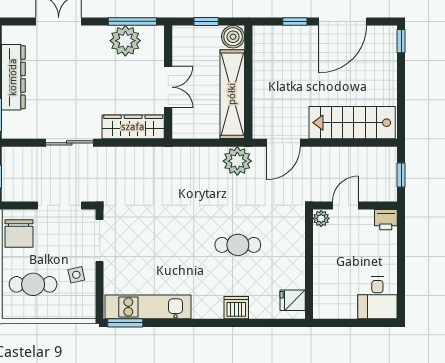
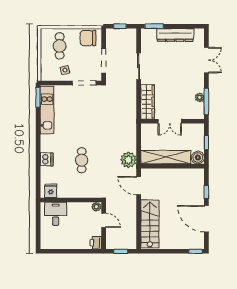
plant: (125, 41) -> (200, 97), width x0.53, depth x0.53
desk: (377, 298) -> (56, 214), moved, turned 90

